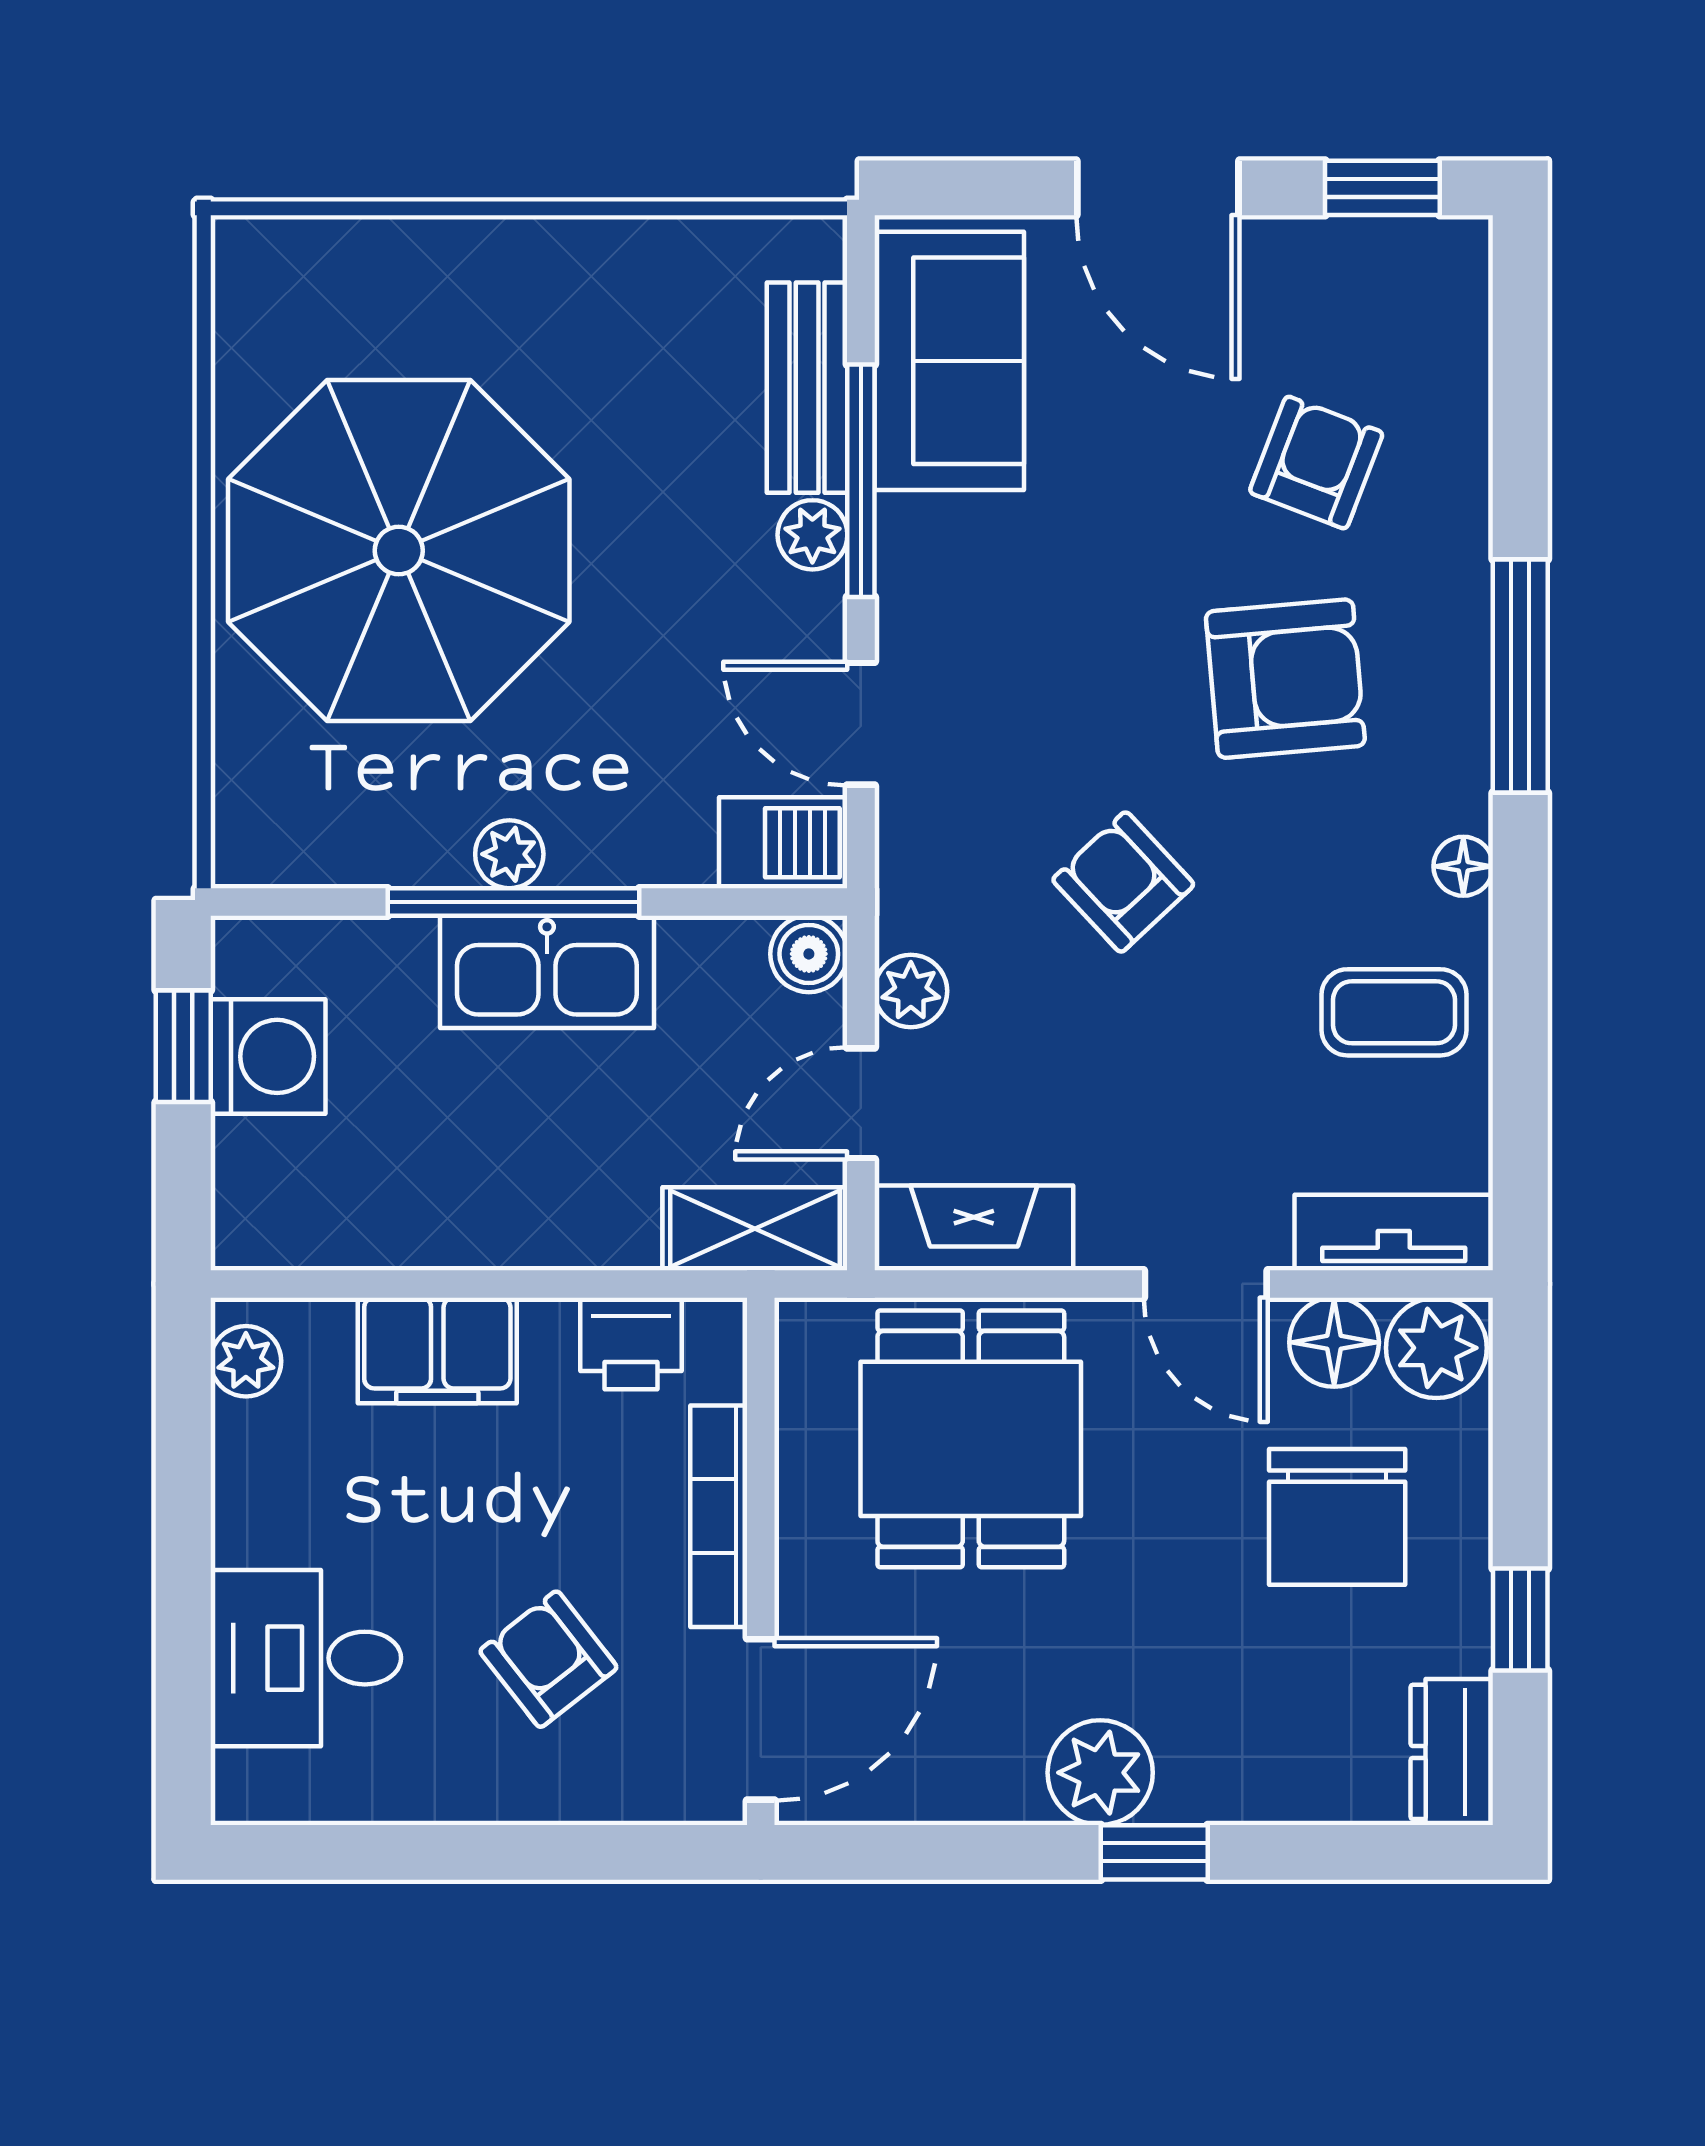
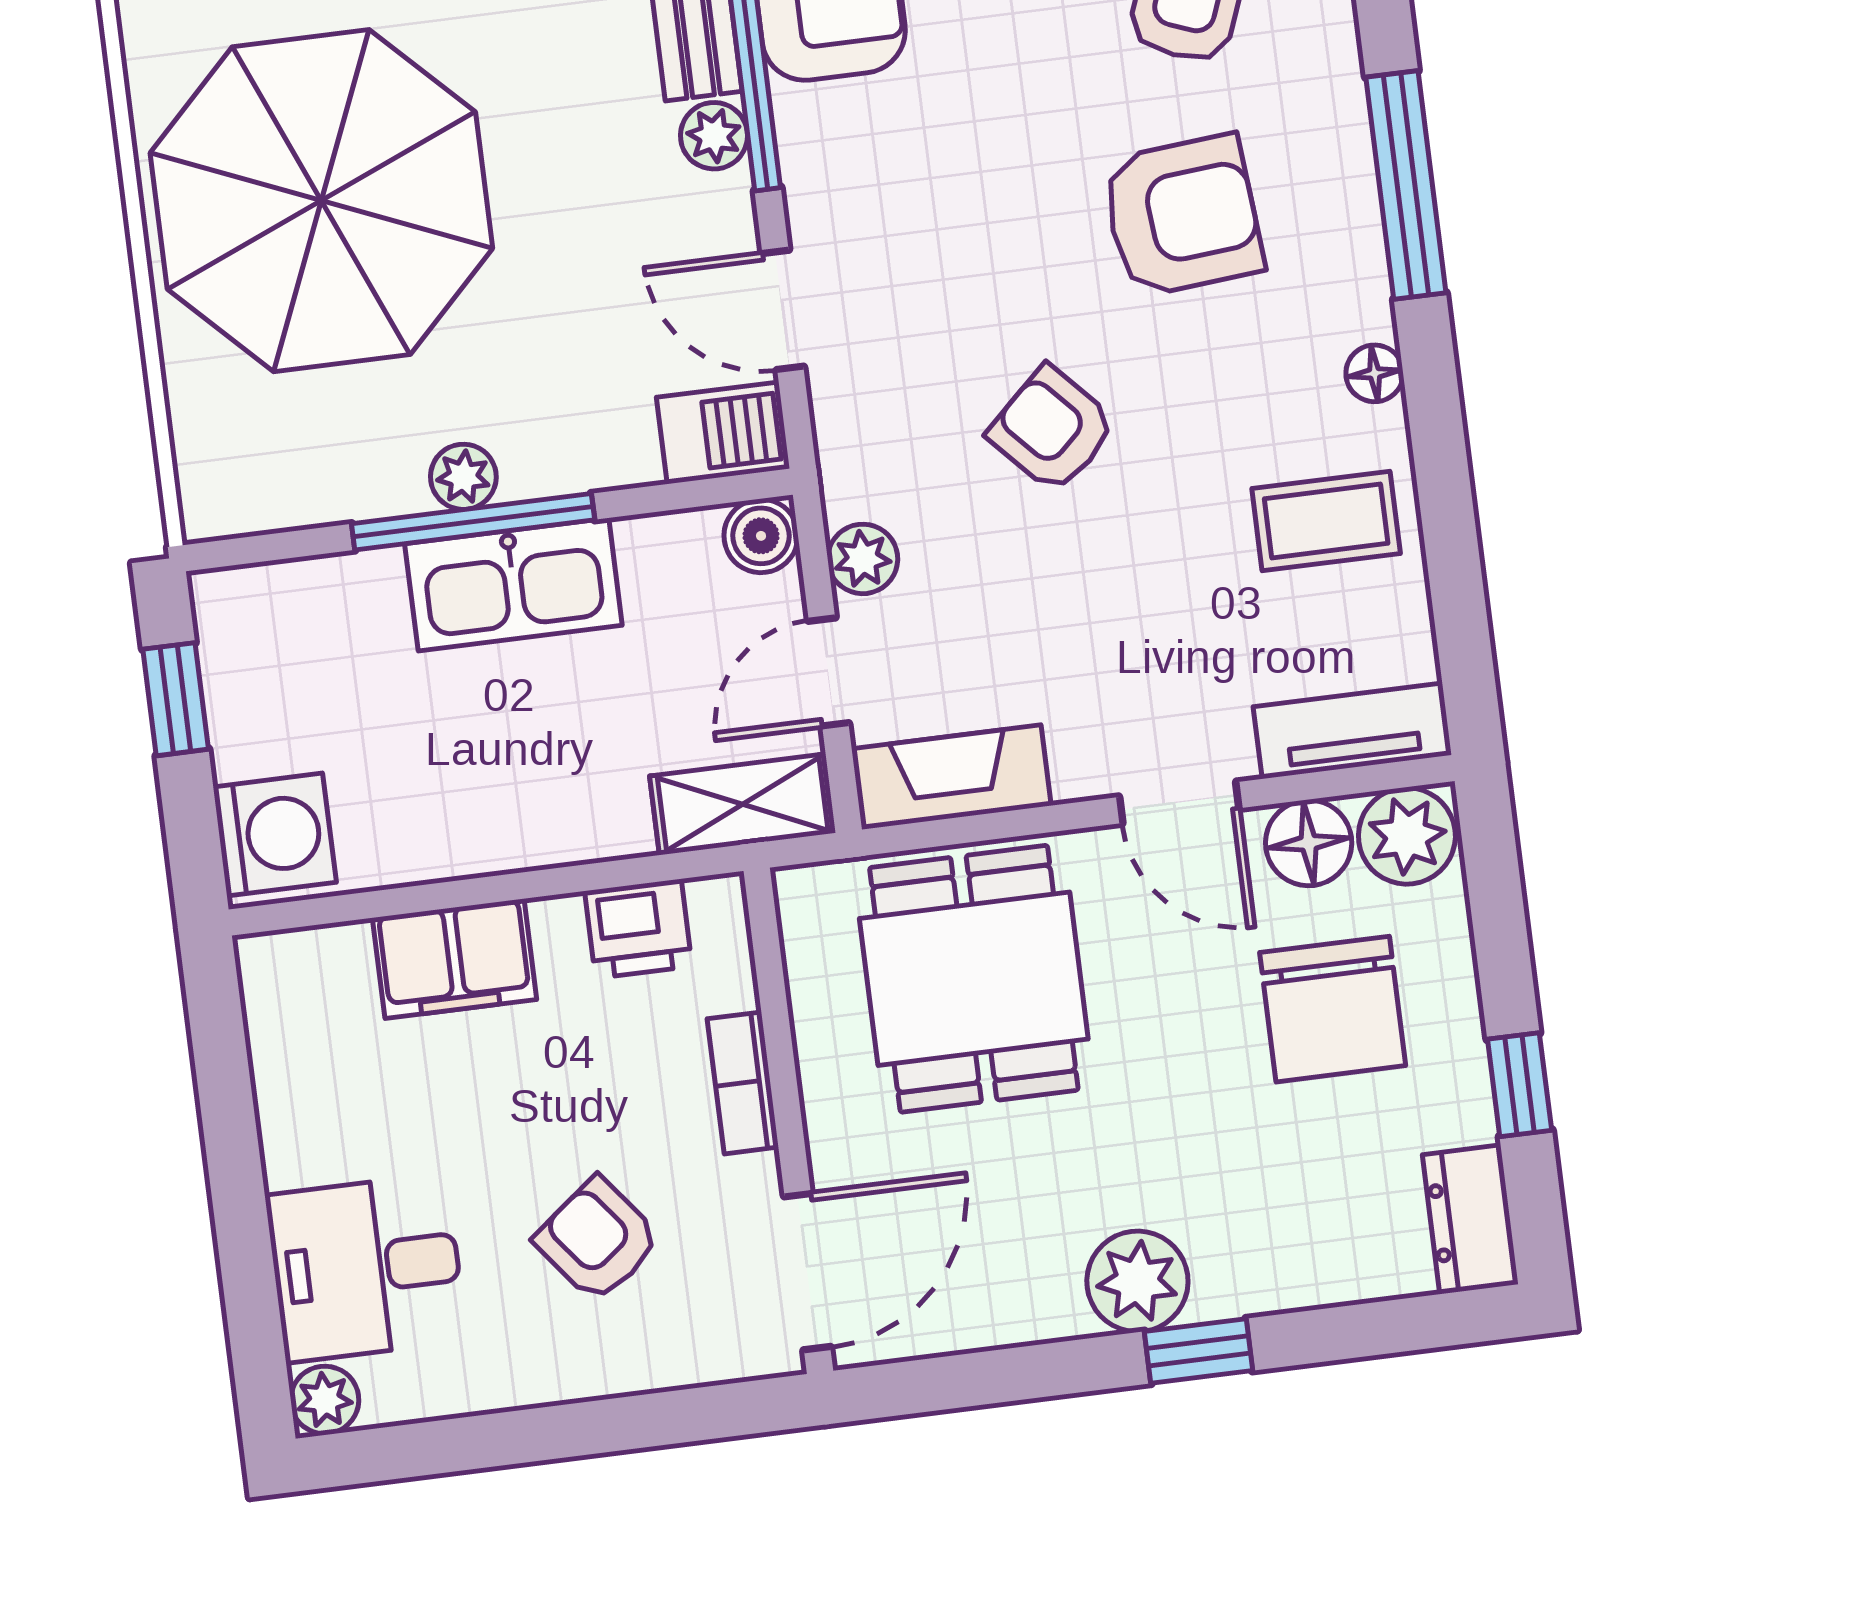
washing machine: (268, 1056) -> (275, 835), moved
plant: (246, 1361) -> (325, 1400), moved
bookcase: (719, 1516) -> (743, 1083), width x0.64

